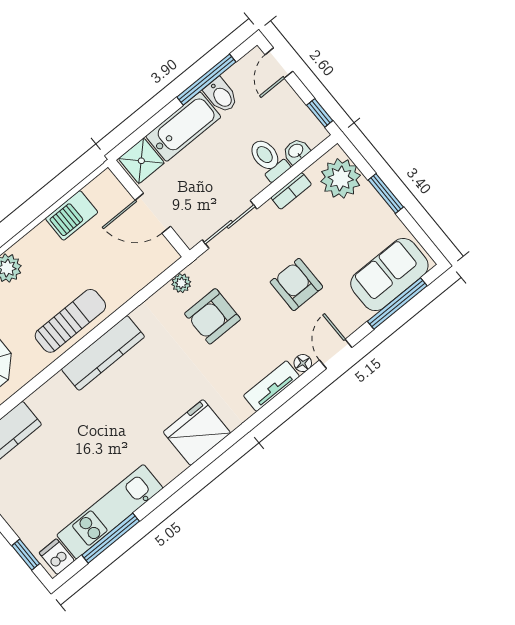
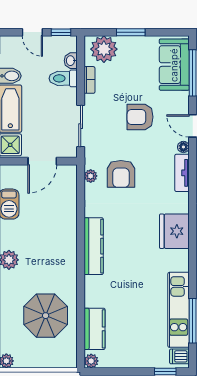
door: (279, 63) -> (32, 32), moved
sun lounger: (70, 321) -> (63, 249), removed

